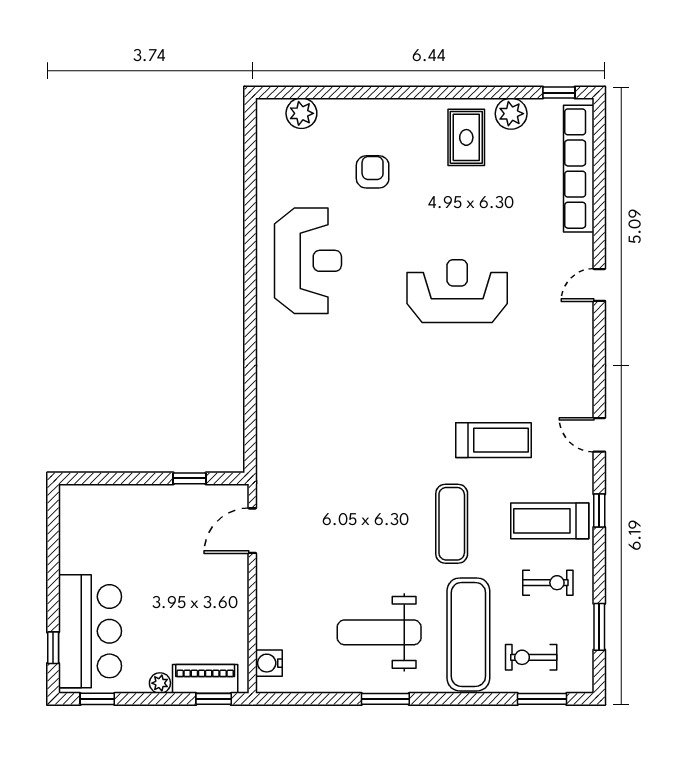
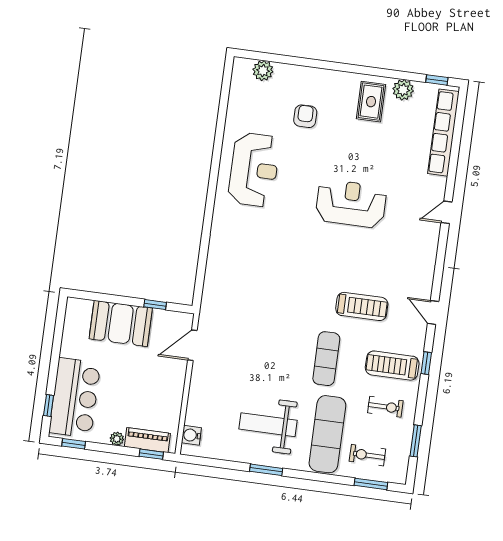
booth: (143, 513) -> (121, 323), added

